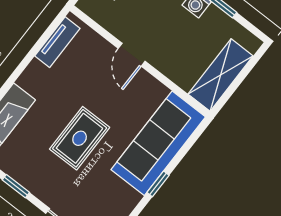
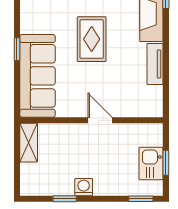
tv unit: (57, 42) -> (155, 64), moved
shelving: (221, 75) -> (29, 143), width x0.67, depth x0.75

